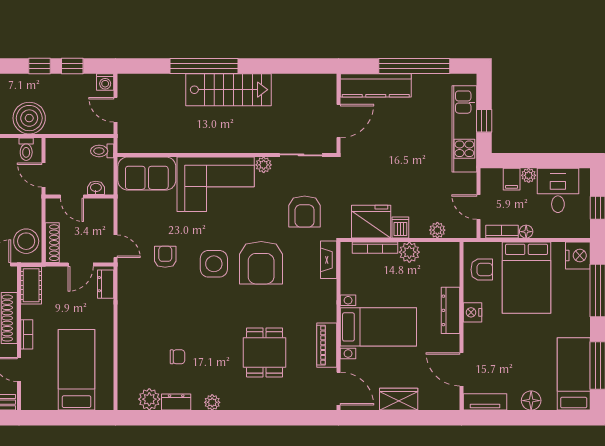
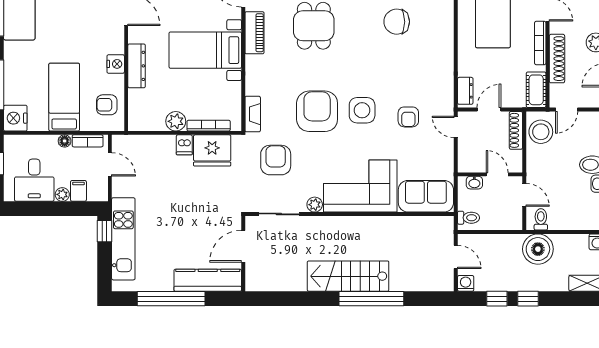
window: (484, 121) -> (105, 231), moved
plant: (437, 230) -> (149, 142), removed
bed: (527, 278) -> (64, 97), width x0.67
bookcase: (27, 334) -> (540, 43), width x1.56
chair: (177, 357) -> (397, 22), width x1.87, depth x1.87

